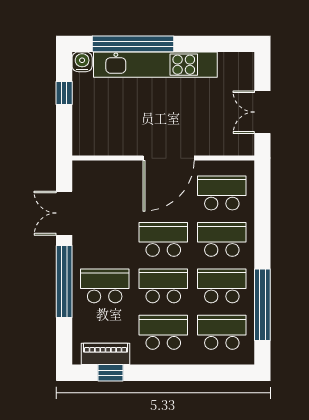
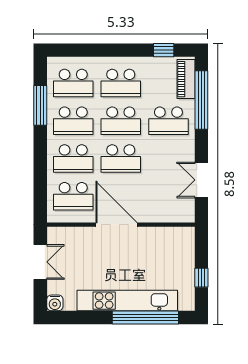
water cooler: (82, 62) -> (55, 303), moved
door: (169, 158) -> (116, 225), hinge flipped
double door: (64, 213) -> (201, 180), swing flipped
window: (64, 281) -> (201, 100), moved
window: (262, 305) -> (40, 105), width x0.68
piano: (106, 354) -> (186, 79), moved, turned 90

